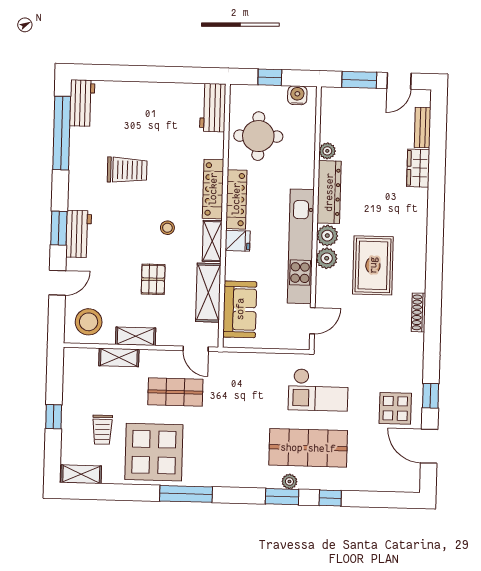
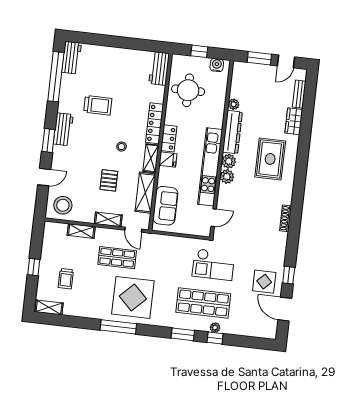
locker: (236, 199) -> (169, 138), width x0.66
workbench: (79, 234) -> (63, 129), moved
rug: (373, 265) -> (270, 159), moved
shelving: (136, 336) -> (108, 219), moved
display table: (154, 452) -> (133, 297), moved
plant: (289, 482) -> (215, 328), moved

